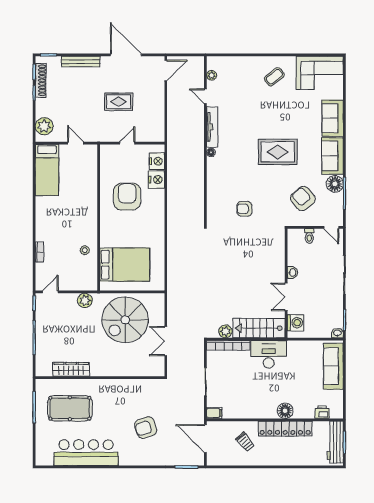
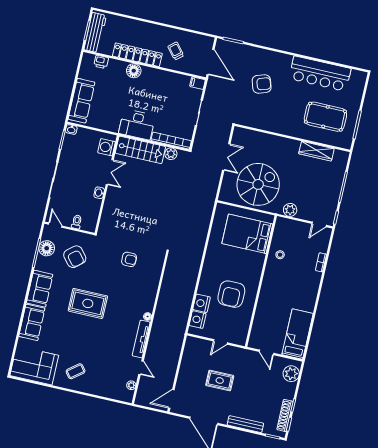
floor lamp: (335, 184) -> (47, 248), moved

